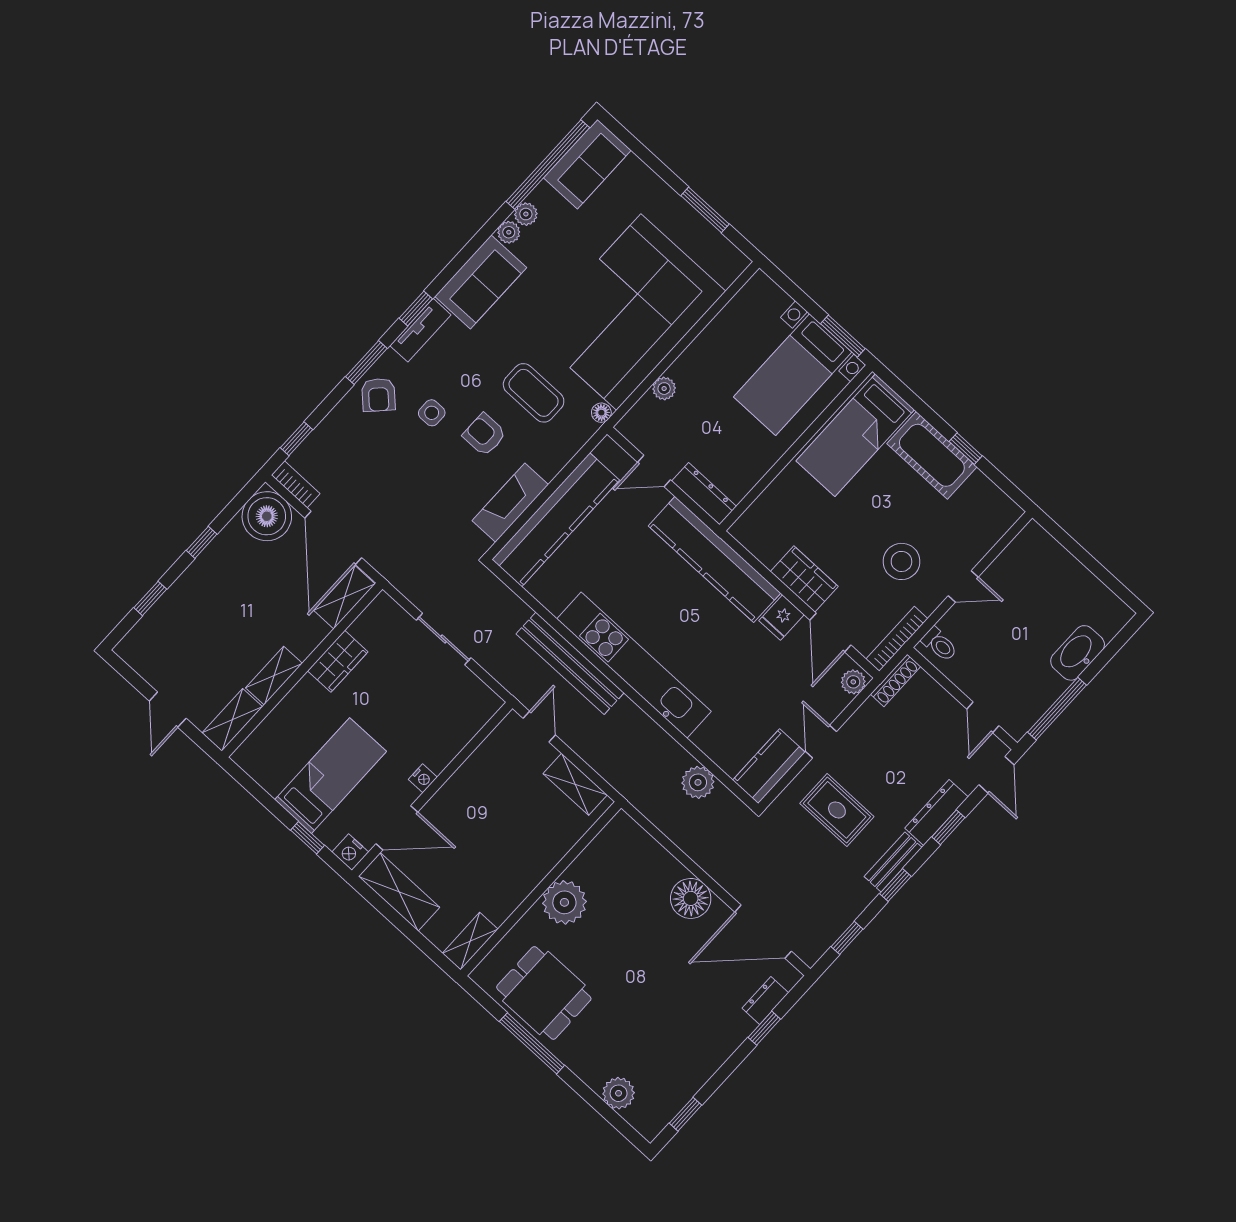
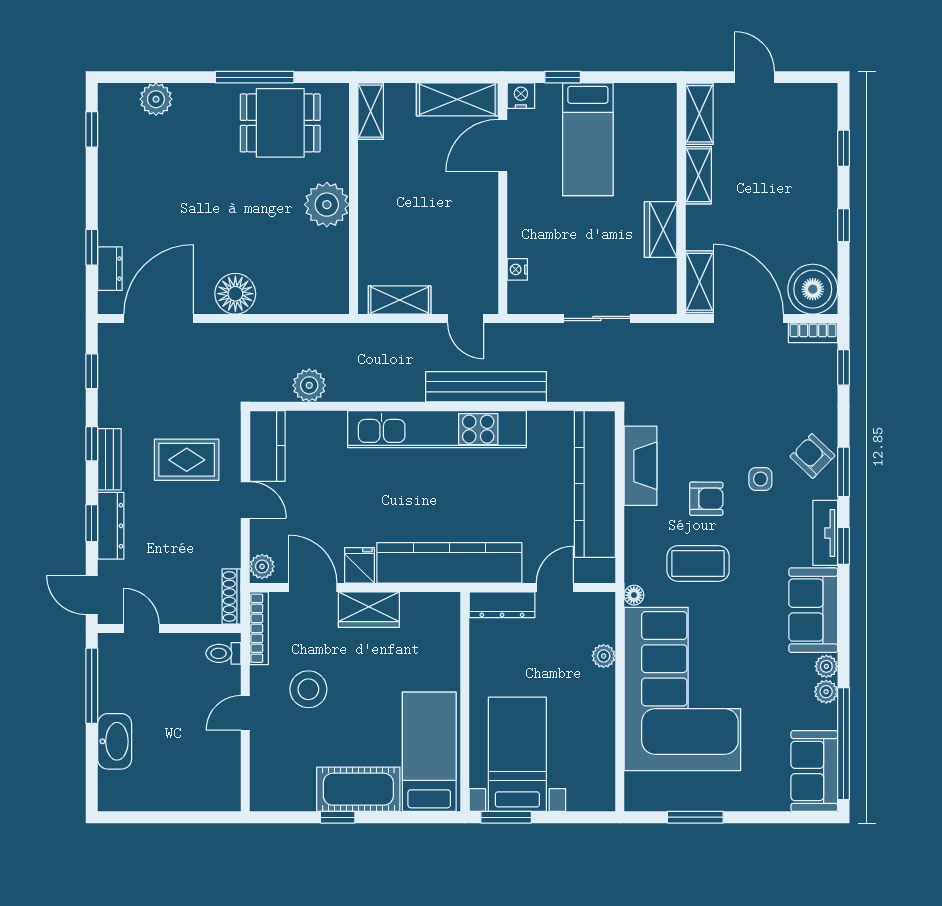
nightstand: (423, 778) -> (517, 269), moved

